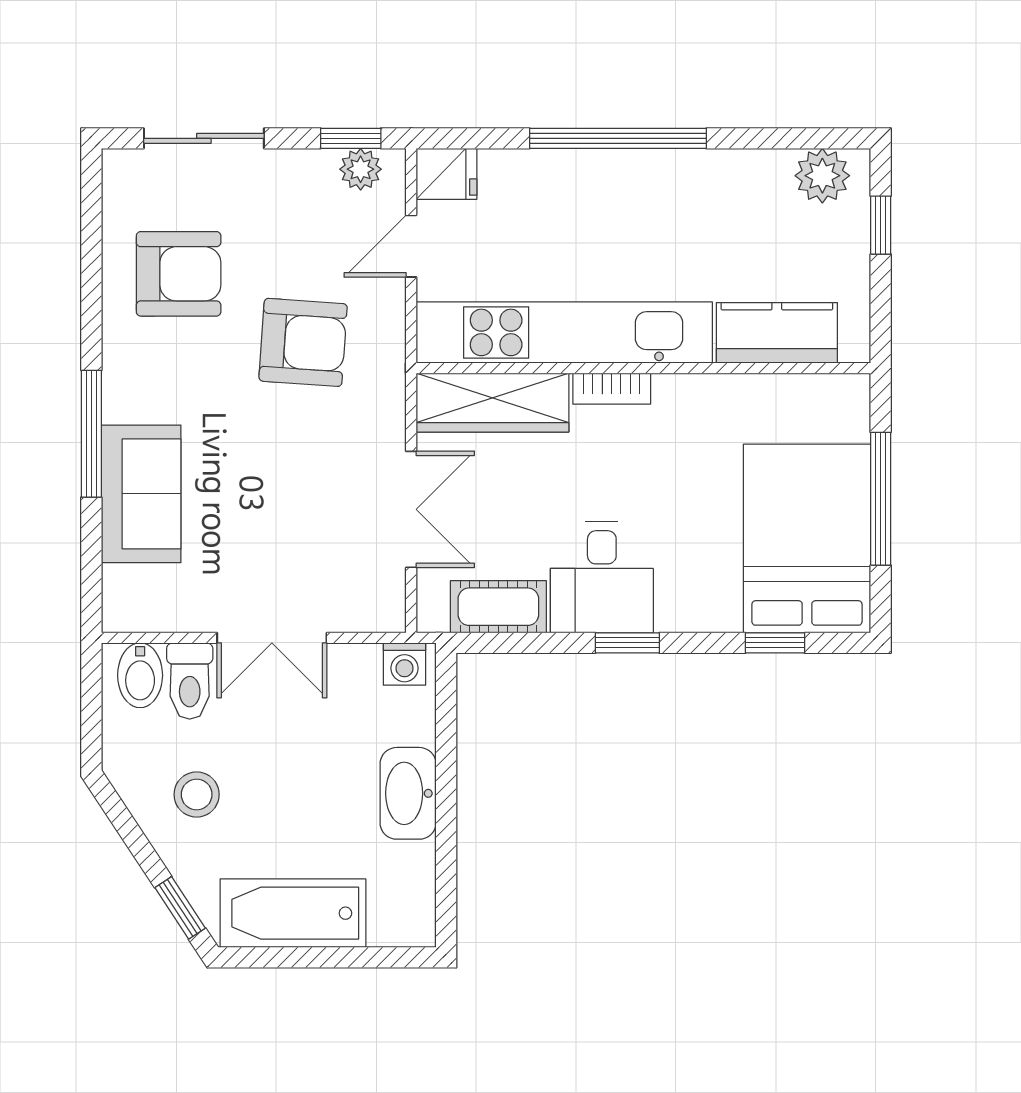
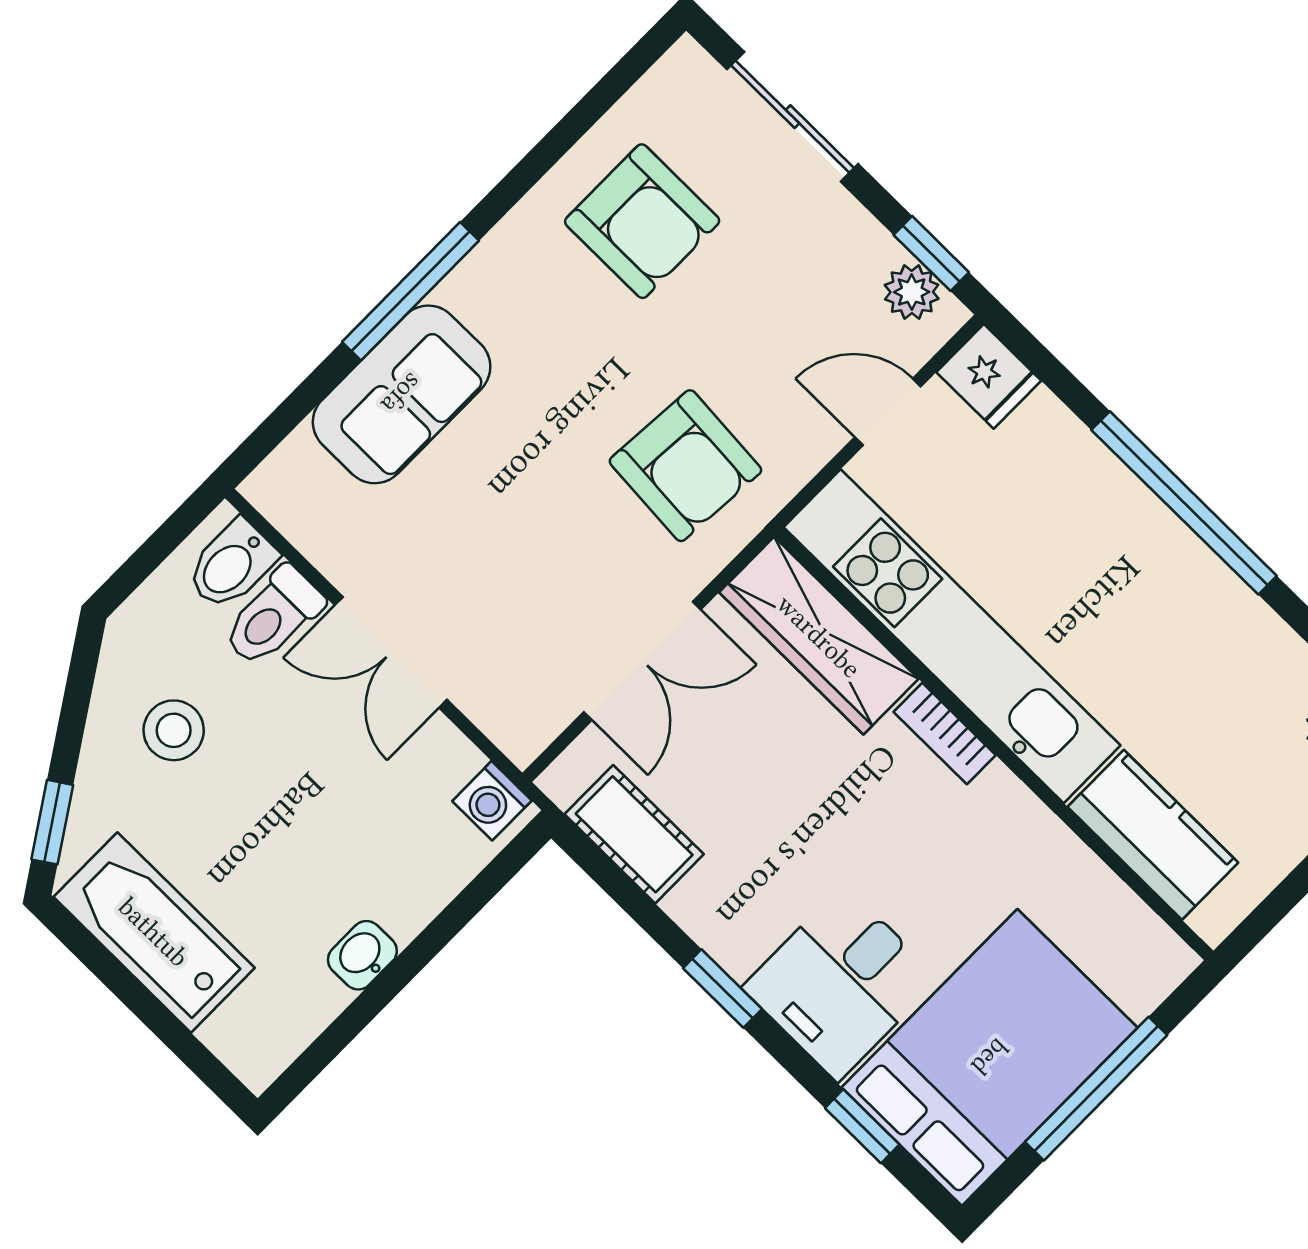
armchair: (303, 342) -> (685, 466), moved
desk: (602, 577) -> (841, 983), moved
washbasin: (408, 793) -> (362, 955), width x0.52, depth x0.69

